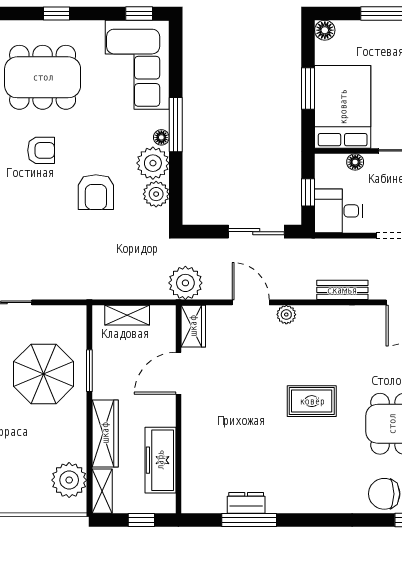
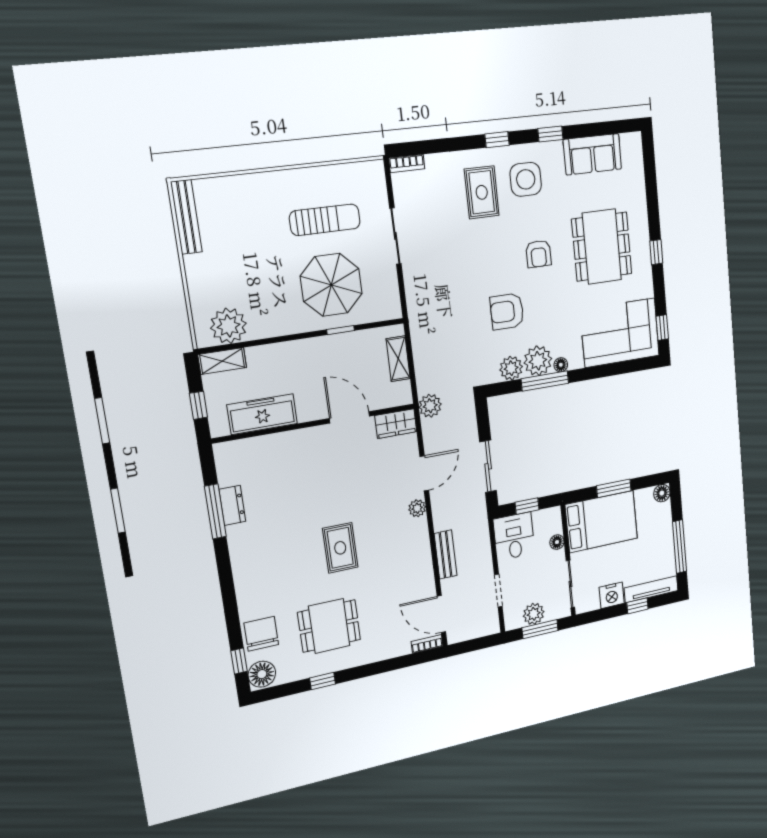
window: (176, 125) -> (545, 381), moved
plant: (185, 283) -> (430, 406), width x0.73, depth x0.73
window: (89, 371) -> (341, 330), width x0.67
wardrobe: (105, 433) -> (281, 355), removed

